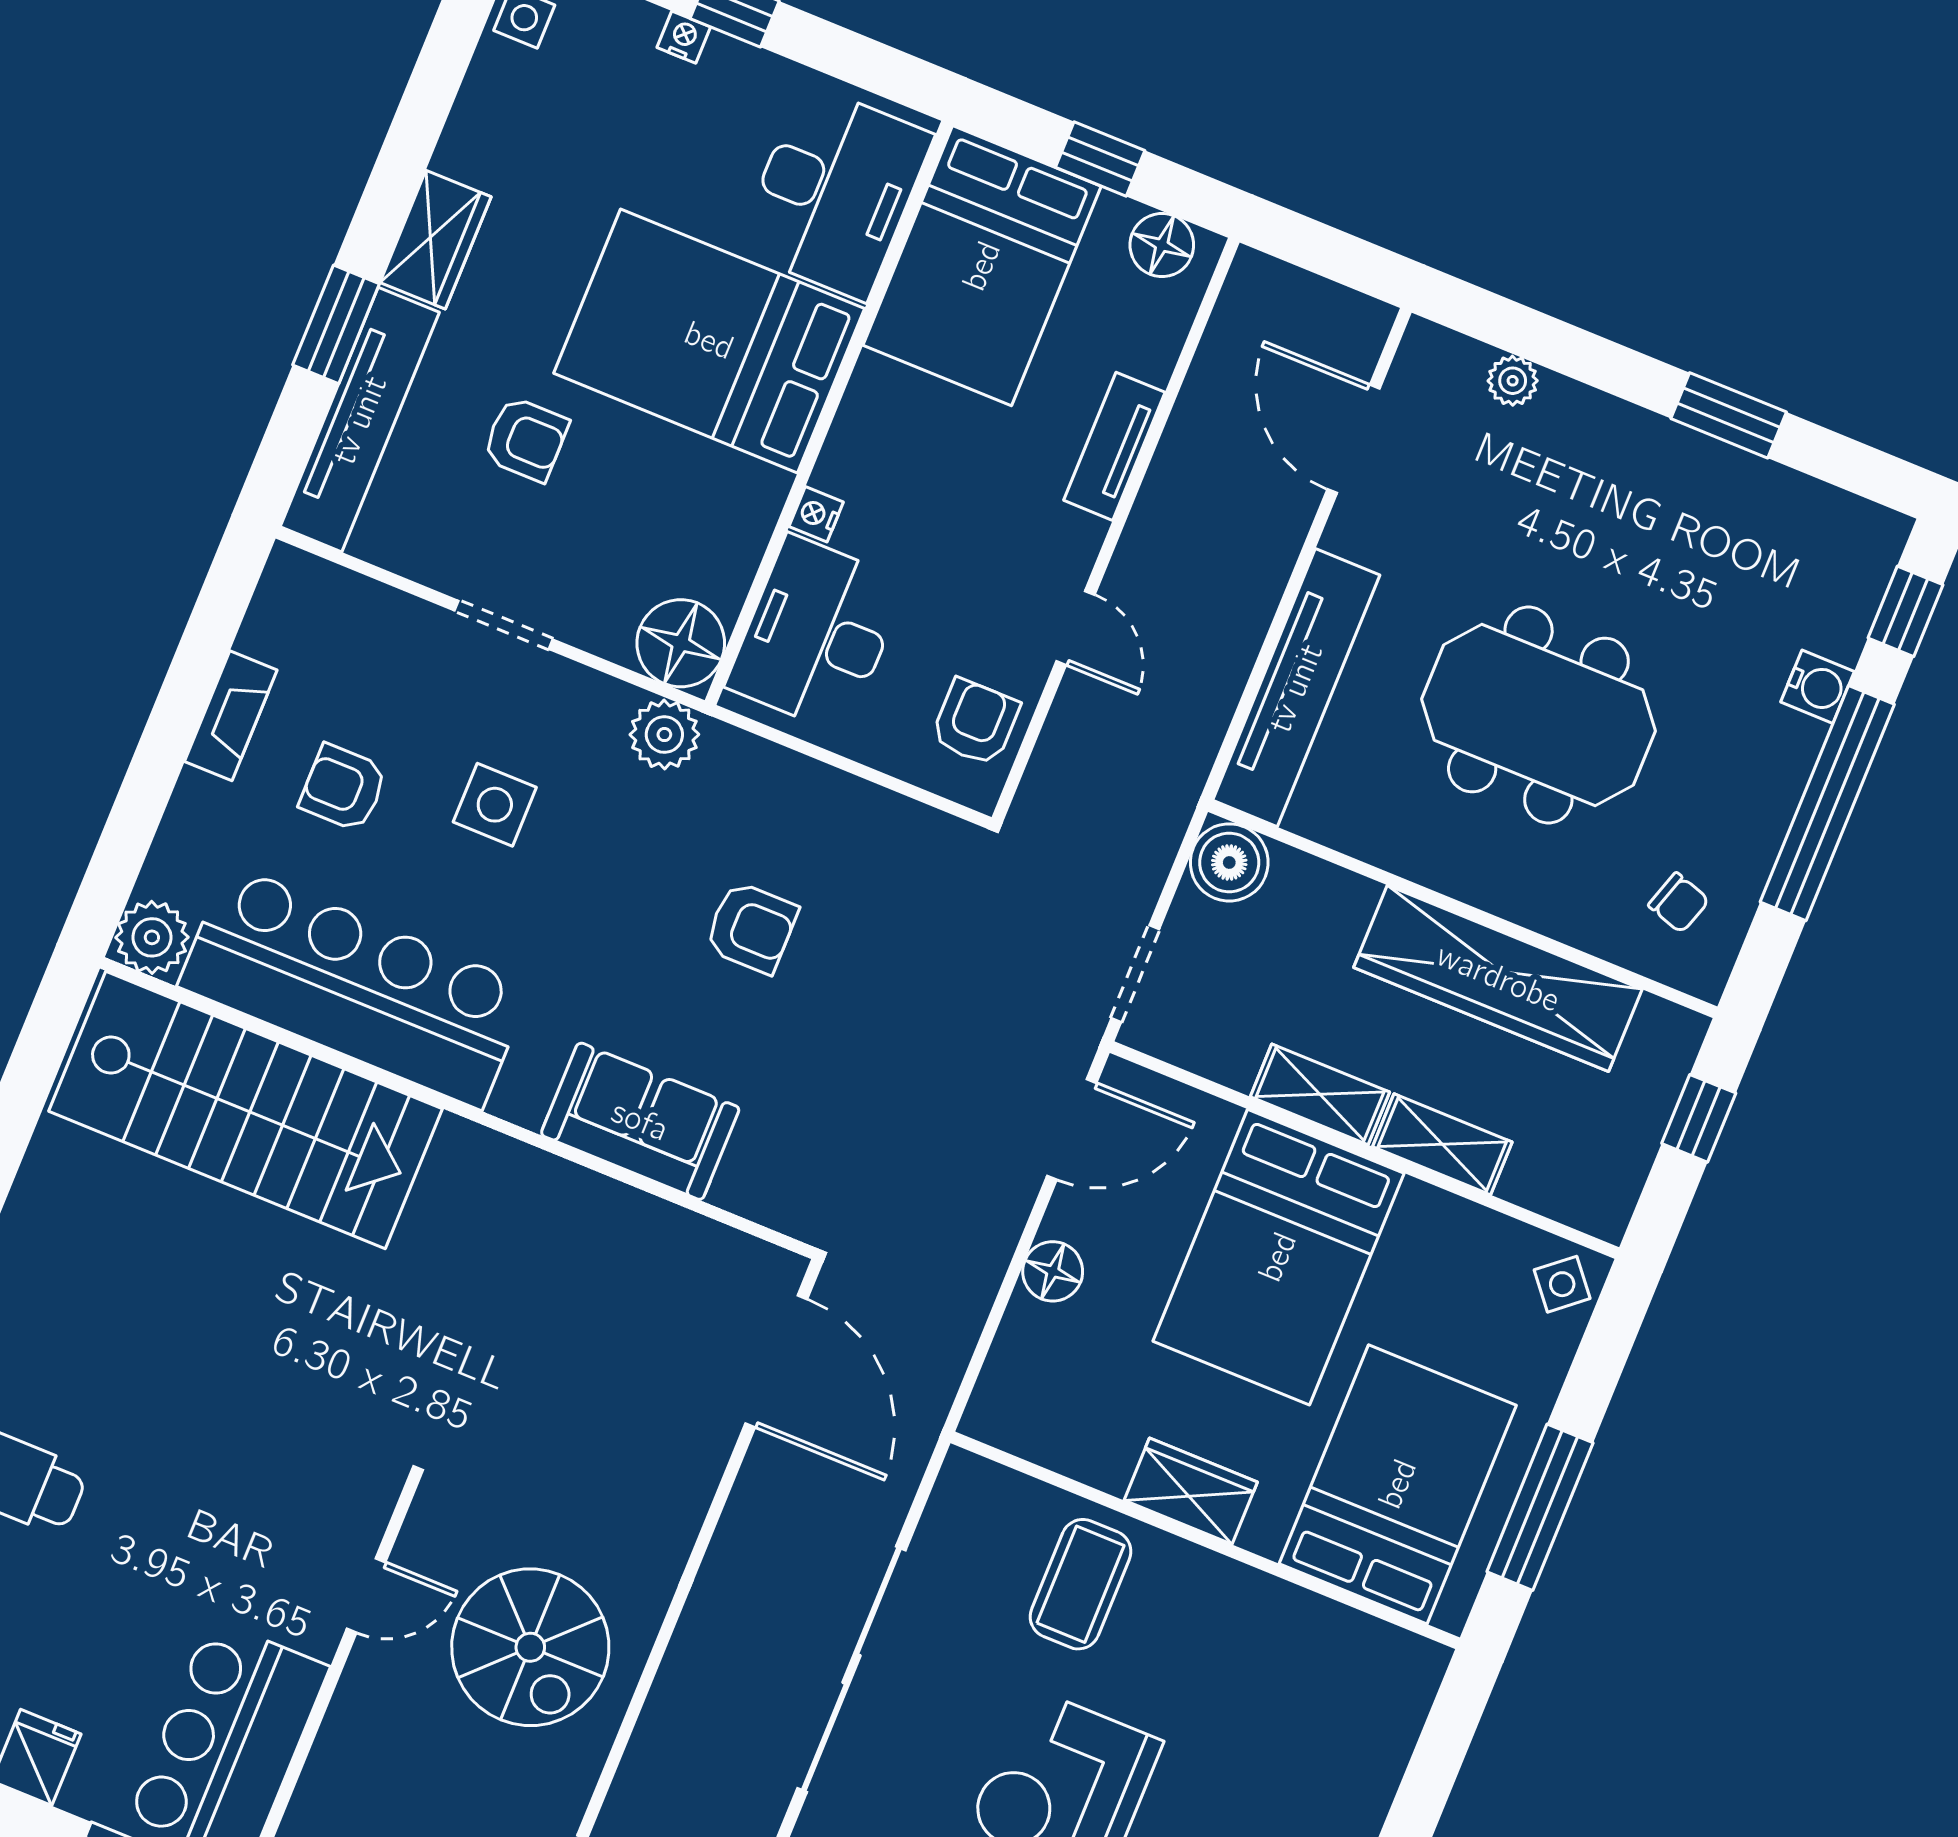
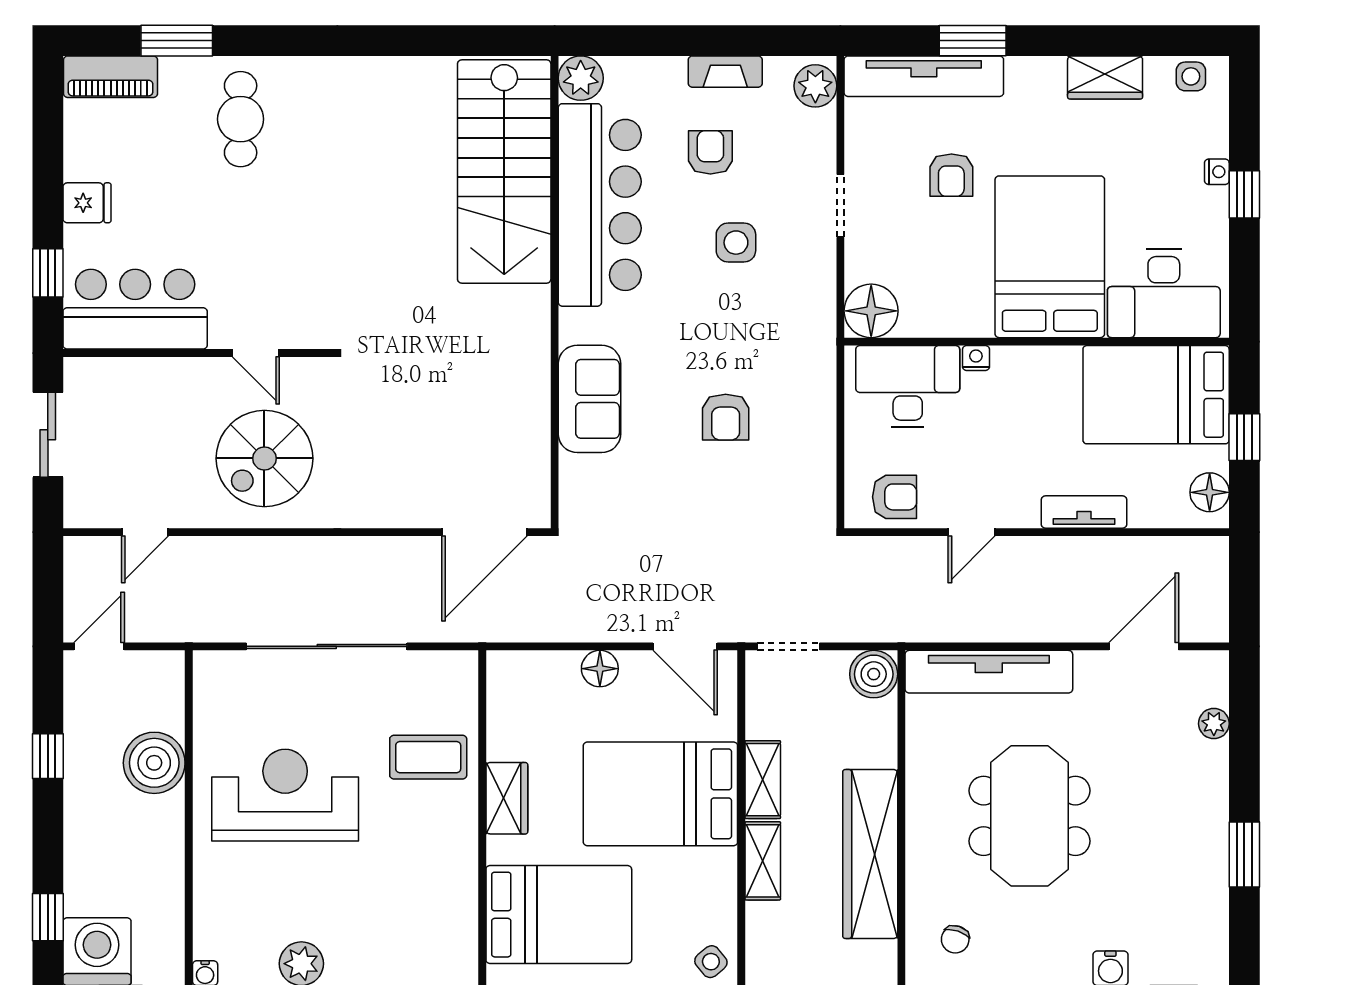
wardrobe: (436, 240) -> (1105, 77), moved
plant: (664, 735) -> (815, 86), moved

